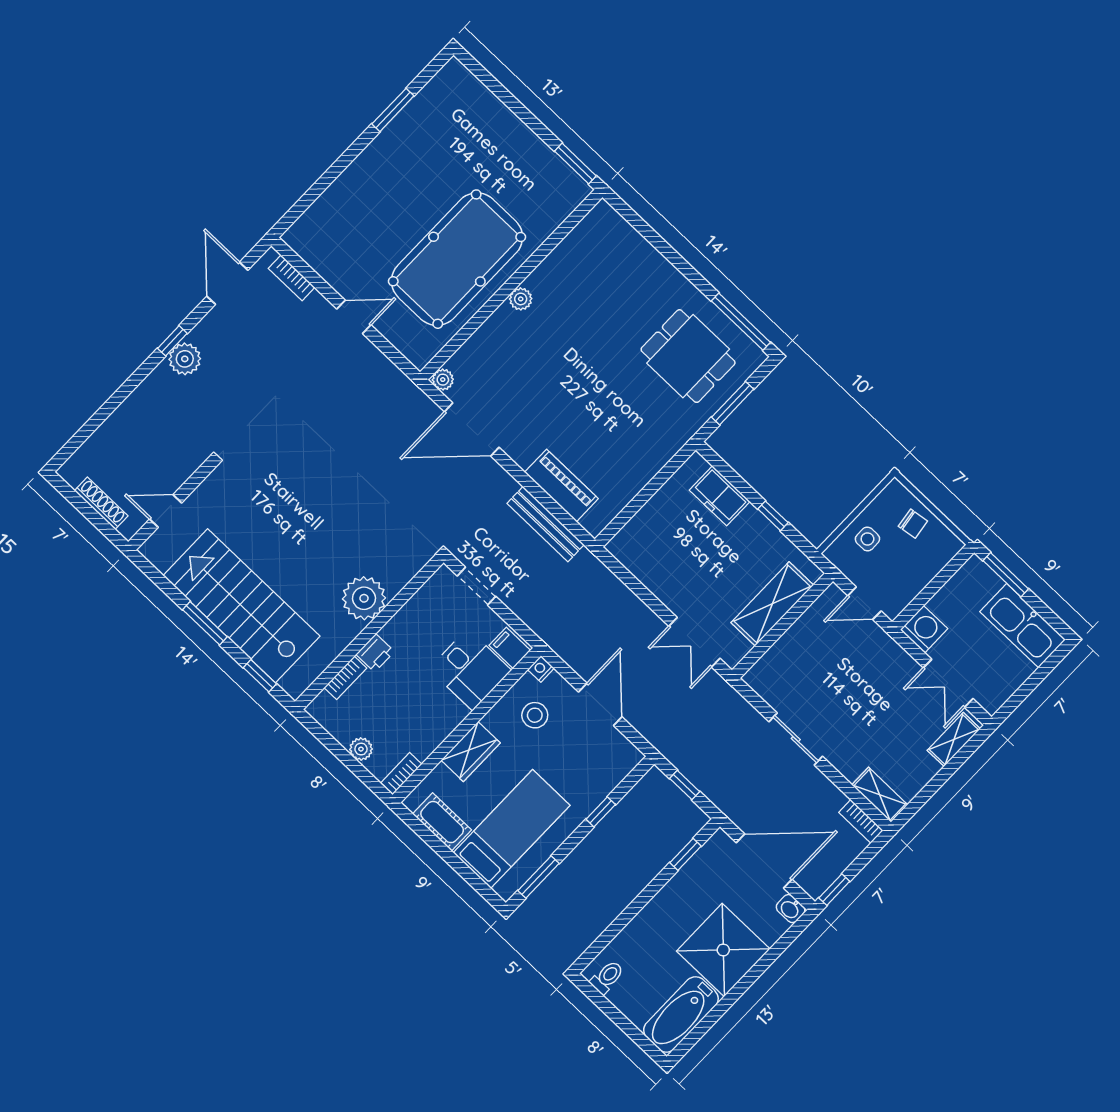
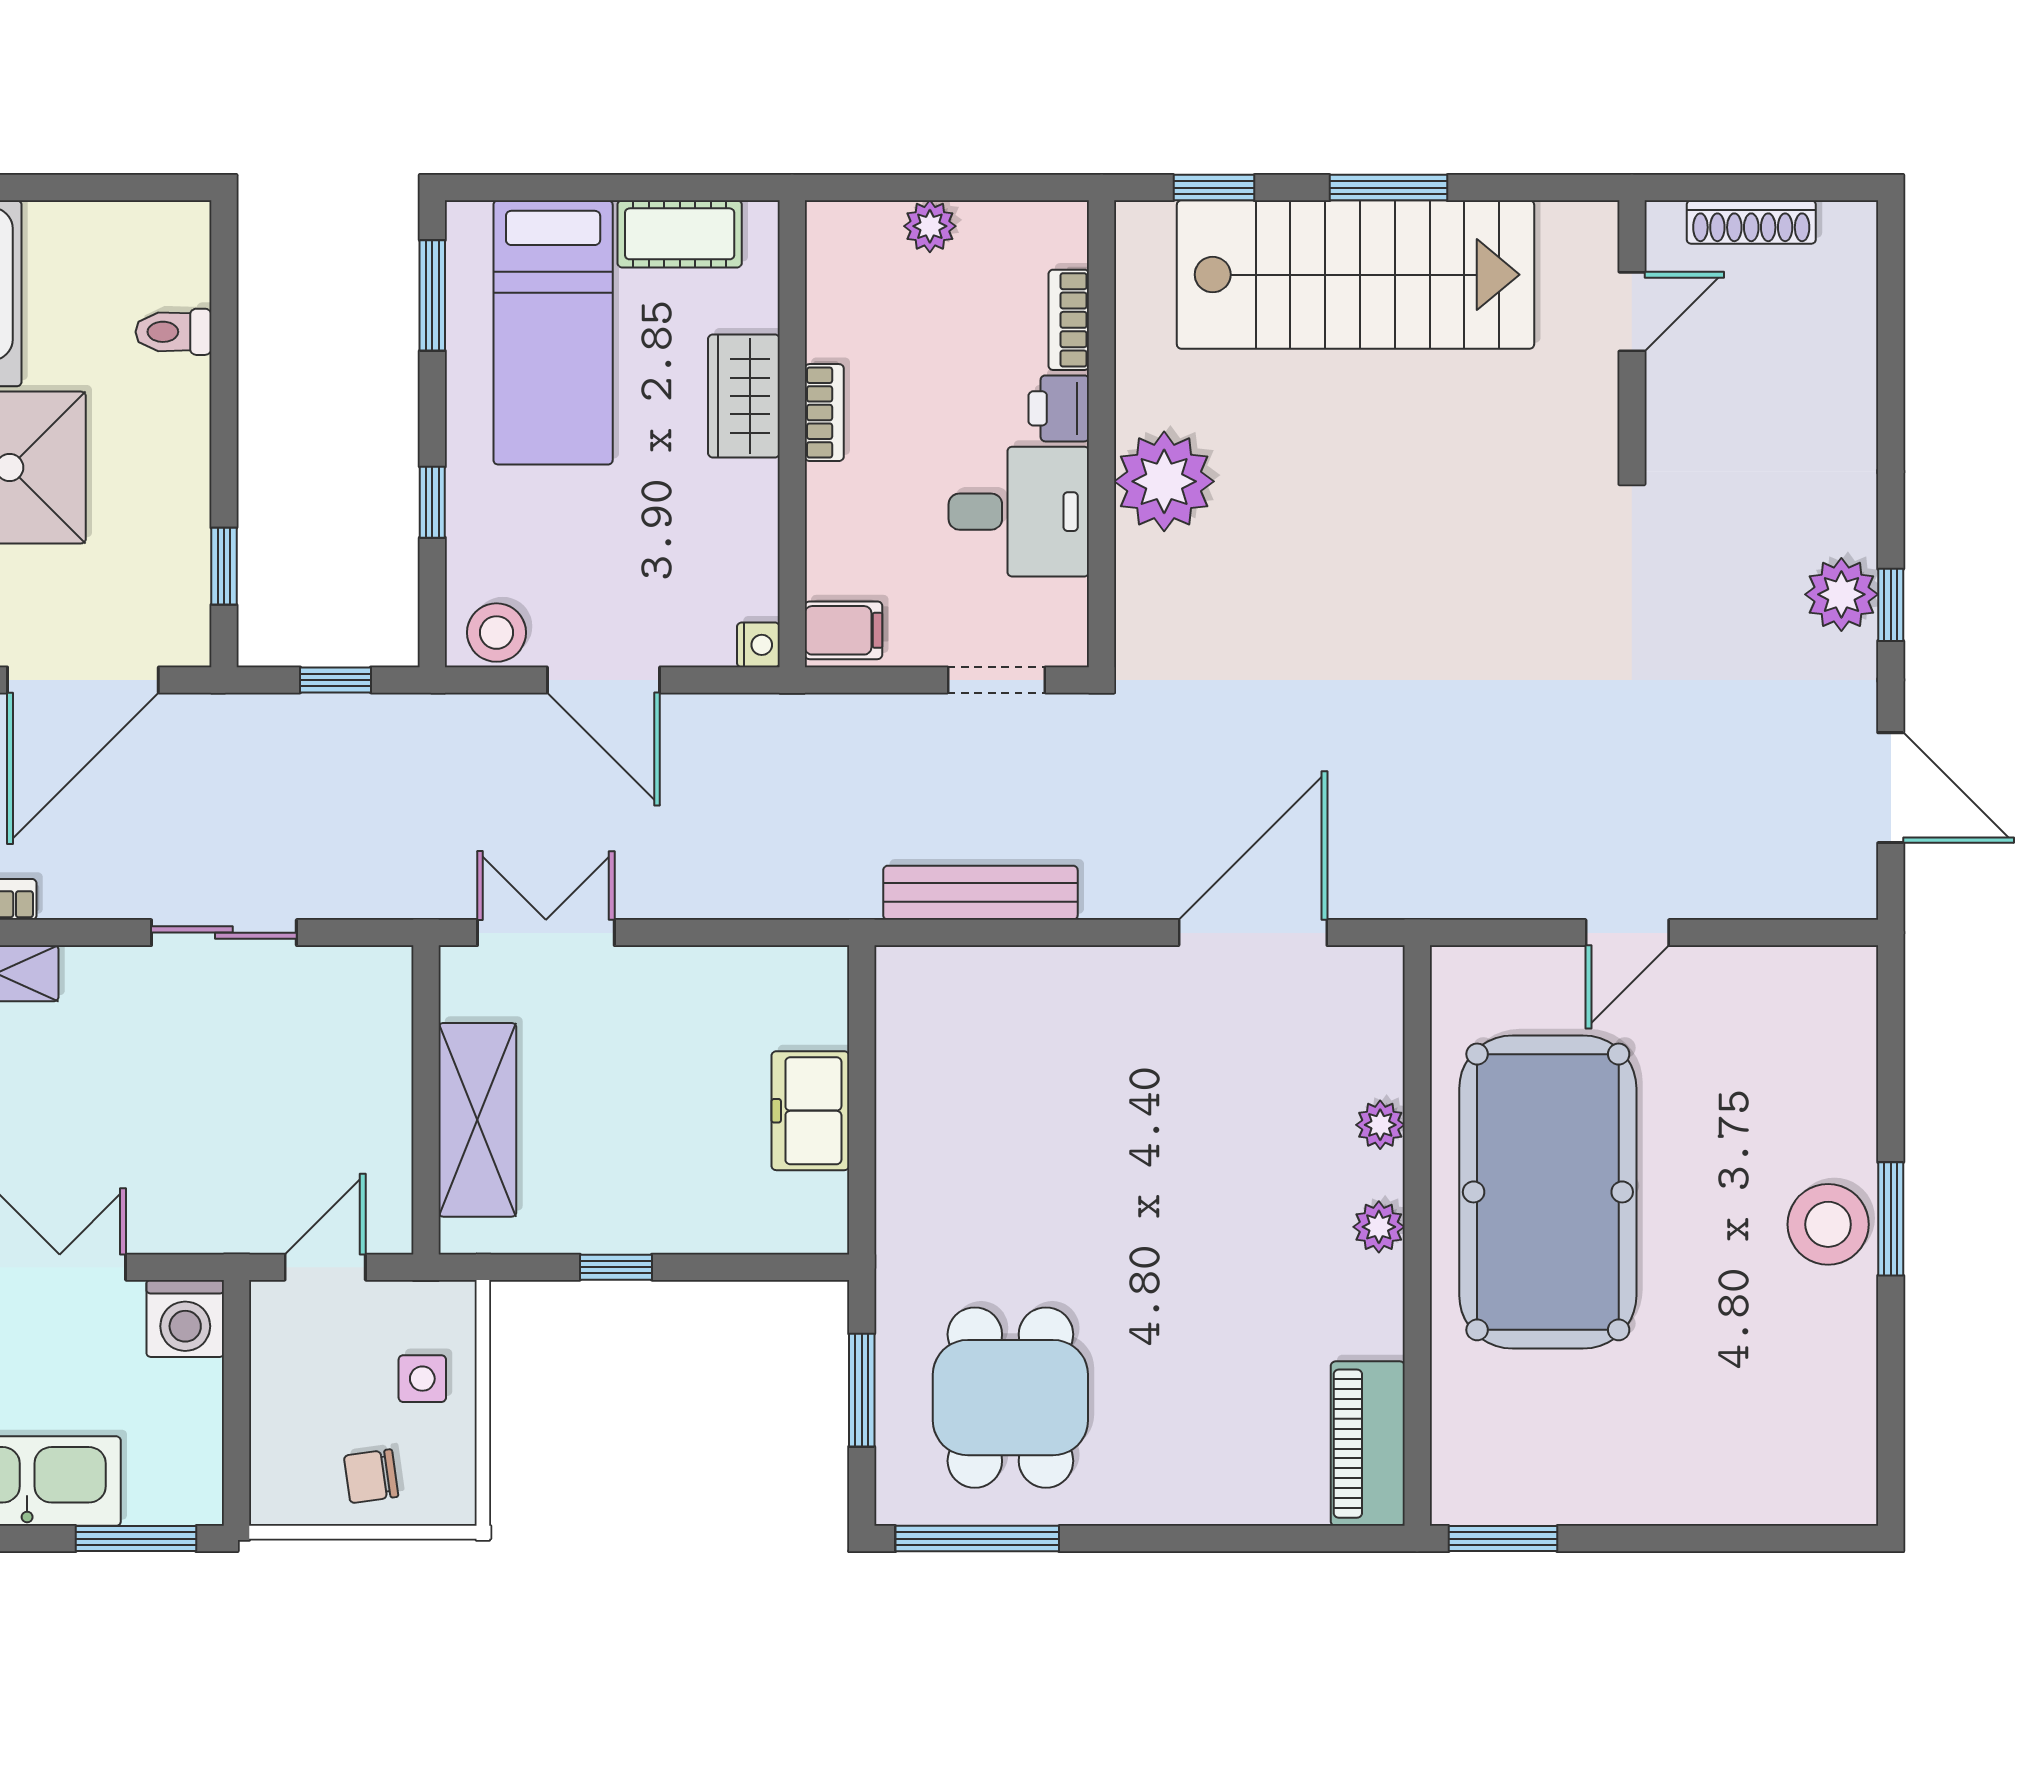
window: (393, 110) -> (1891, 1219), moved
stool: (378, 165) -> (1828, 1224), added
bookcase: (292, 278) -> (1793, 898), removed
dining table: (688, 356) -> (1010, 1398), turned 90
plant: (443, 380) -> (1380, 1125), moved
piano: (561, 485) -> (1368, 1444), moved, turned 90
freezer: (720, 496) -> (810, 1111), moved, turned -90
desk: (470, 670) -> (1019, 512), moved, turned 180
stool: (535, 715) -> (496, 633), moved
bookcase: (401, 773) -> (824, 413), moved
toilet: (607, 977) -> (173, 332), moved, turned 90

